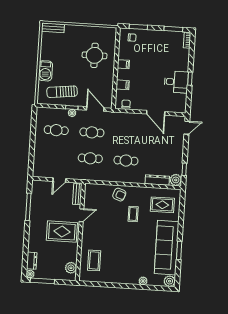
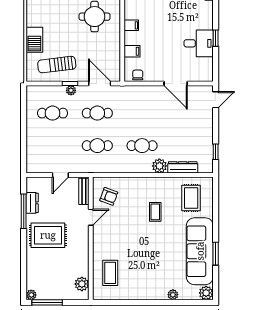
plant: (176, 180) -> (159, 166), moved
armchair: (119, 195) -> (109, 196), moved
rug: (162, 205) -> (191, 198), turned 90
rug: (62, 231) -> (48, 235), moved
dresser: (32, 261) -> (32, 203), moved

